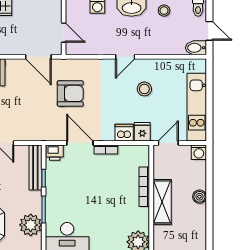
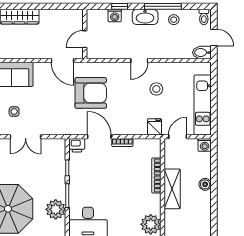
door: (64, 33) -> (85, 39), swing flipped
armchair: (70, 93) -> (91, 93), width x1.36, depth x1.36
dishwasher: (124, 133) -> (138, 128), removed
bench: (35, 168) -> (60, 159), removed

